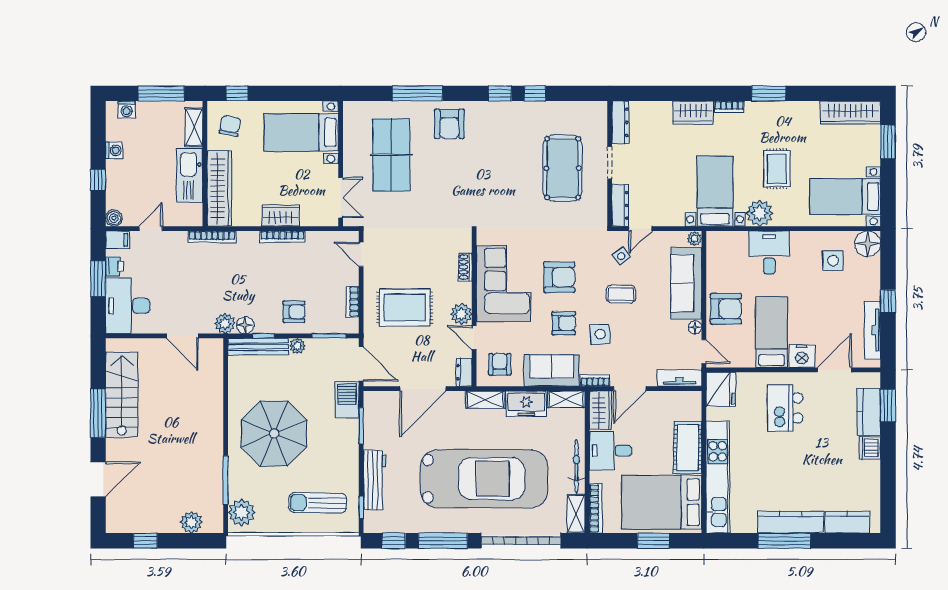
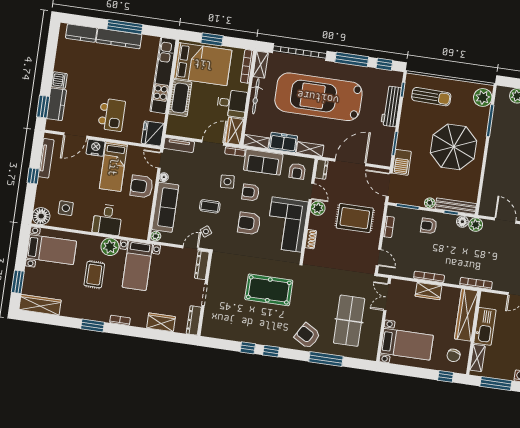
wardrobe: (693, 113) -> (161, 322), moved
armchair: (449, 124) -> (307, 336), turned -60
pool table: (563, 168) -> (269, 290), moved, turned 90

